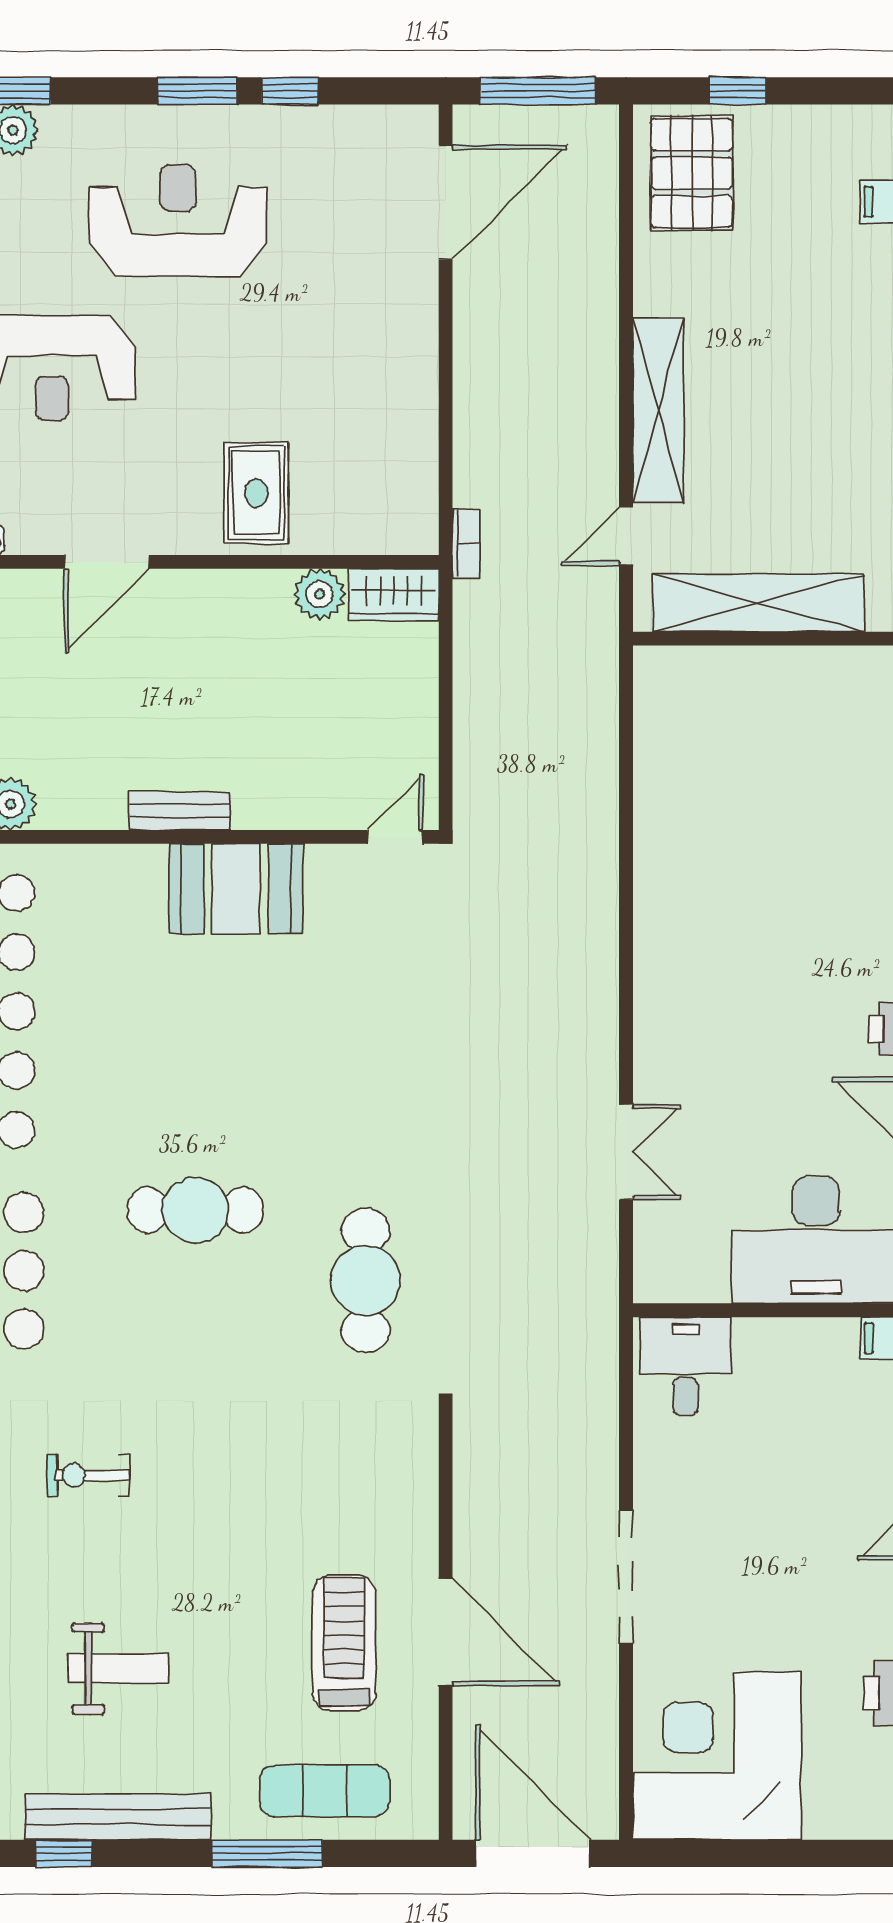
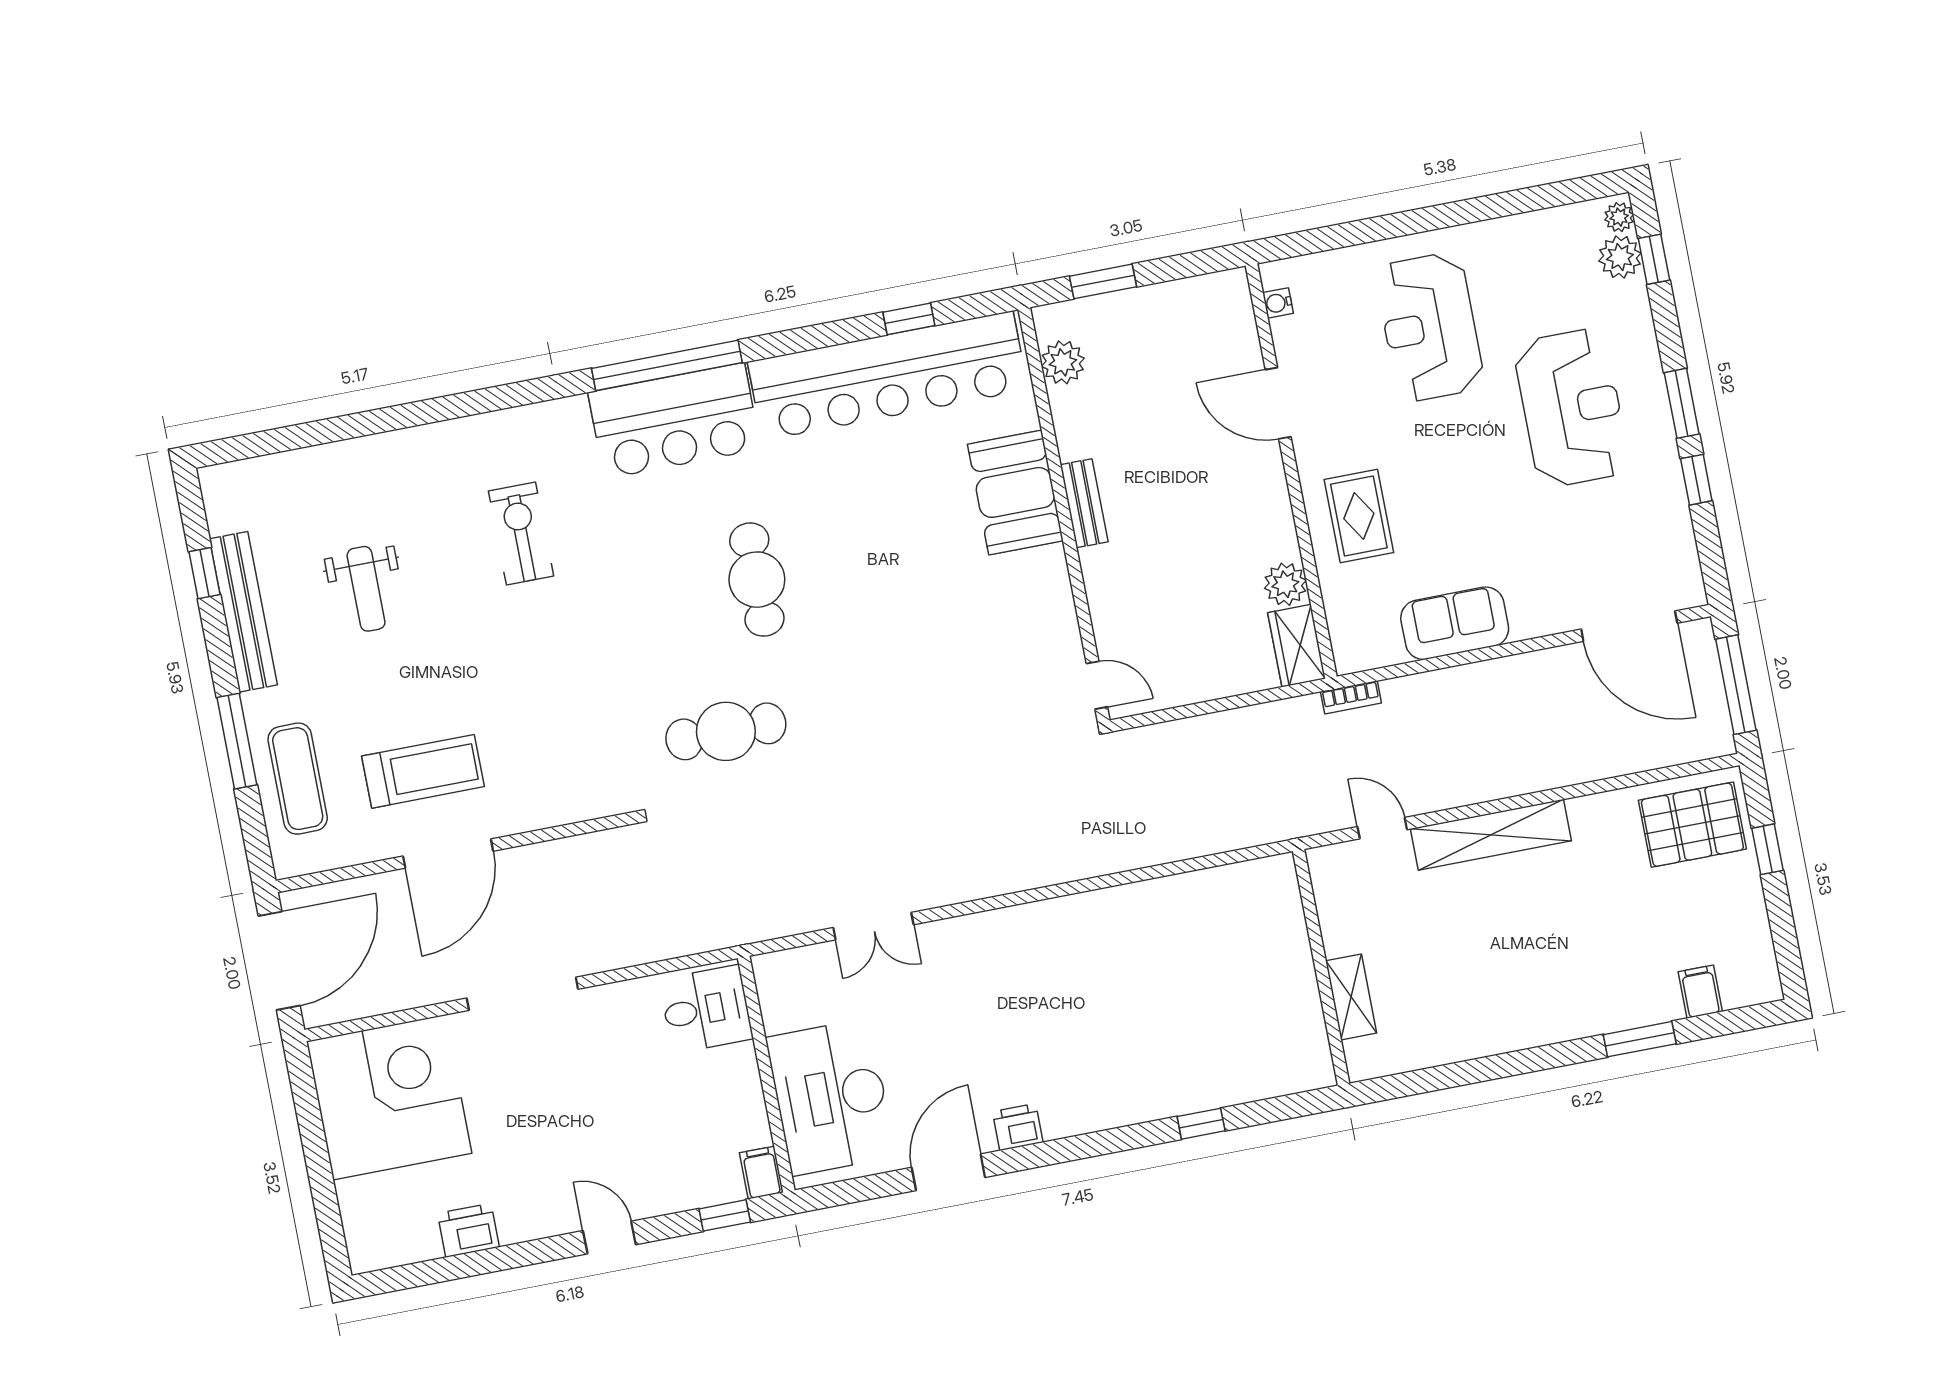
sofa: (403, 405) -> (1455, 623), added
rug: (256, 493) -> (1359, 516), turned 90
shelving: (758, 603) -> (1351, 997), width x0.45, depth x0.75
booth: (236, 889) -> (1015, 492), moved
exercise bike: (88, 1475) -> (521, 533), width x1.38, depth x1.39

